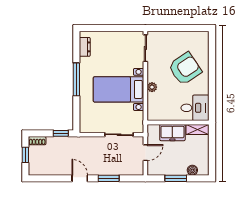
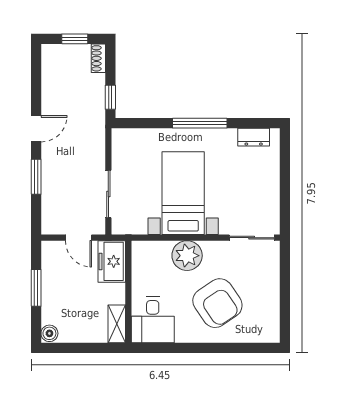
plant: (152, 87) -> (187, 256), width x1.87, depth x1.87
freezer: (172, 133) -> (112, 261), moved
boiler: (192, 170) -> (49, 333), moved

